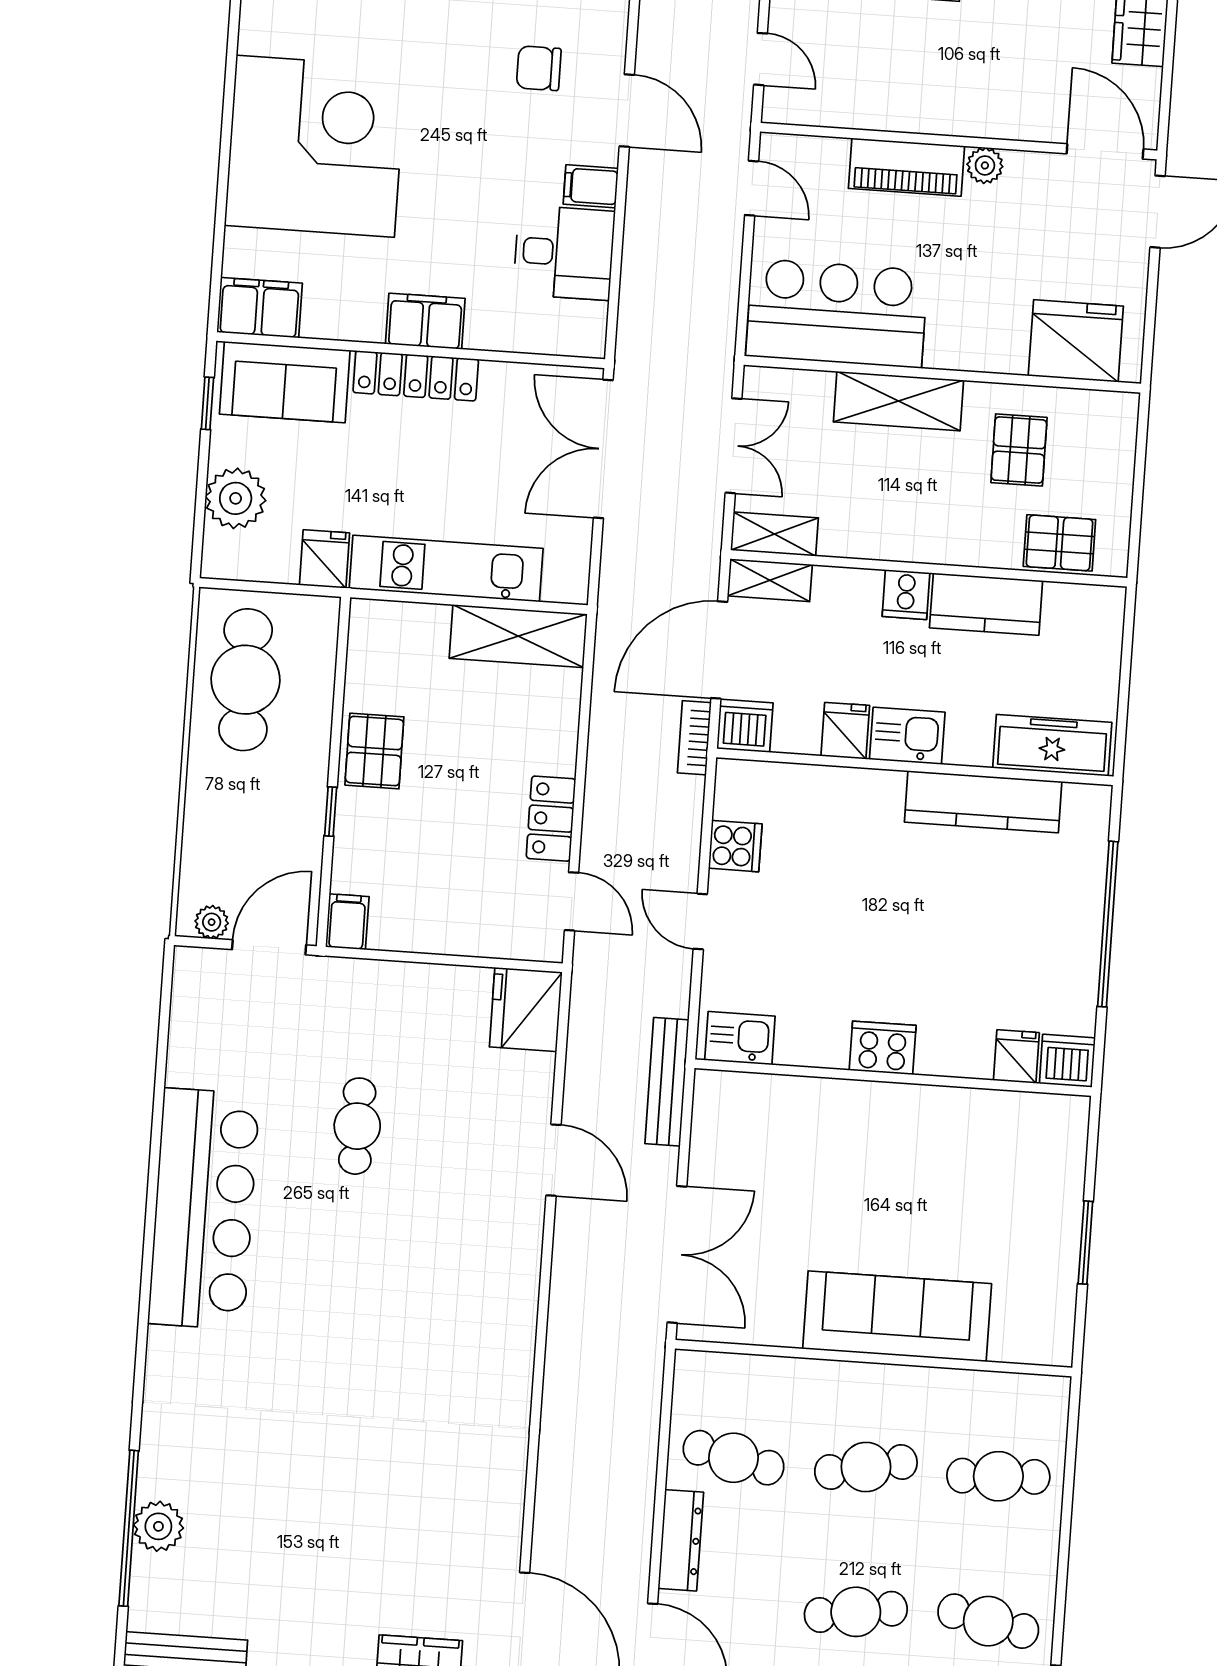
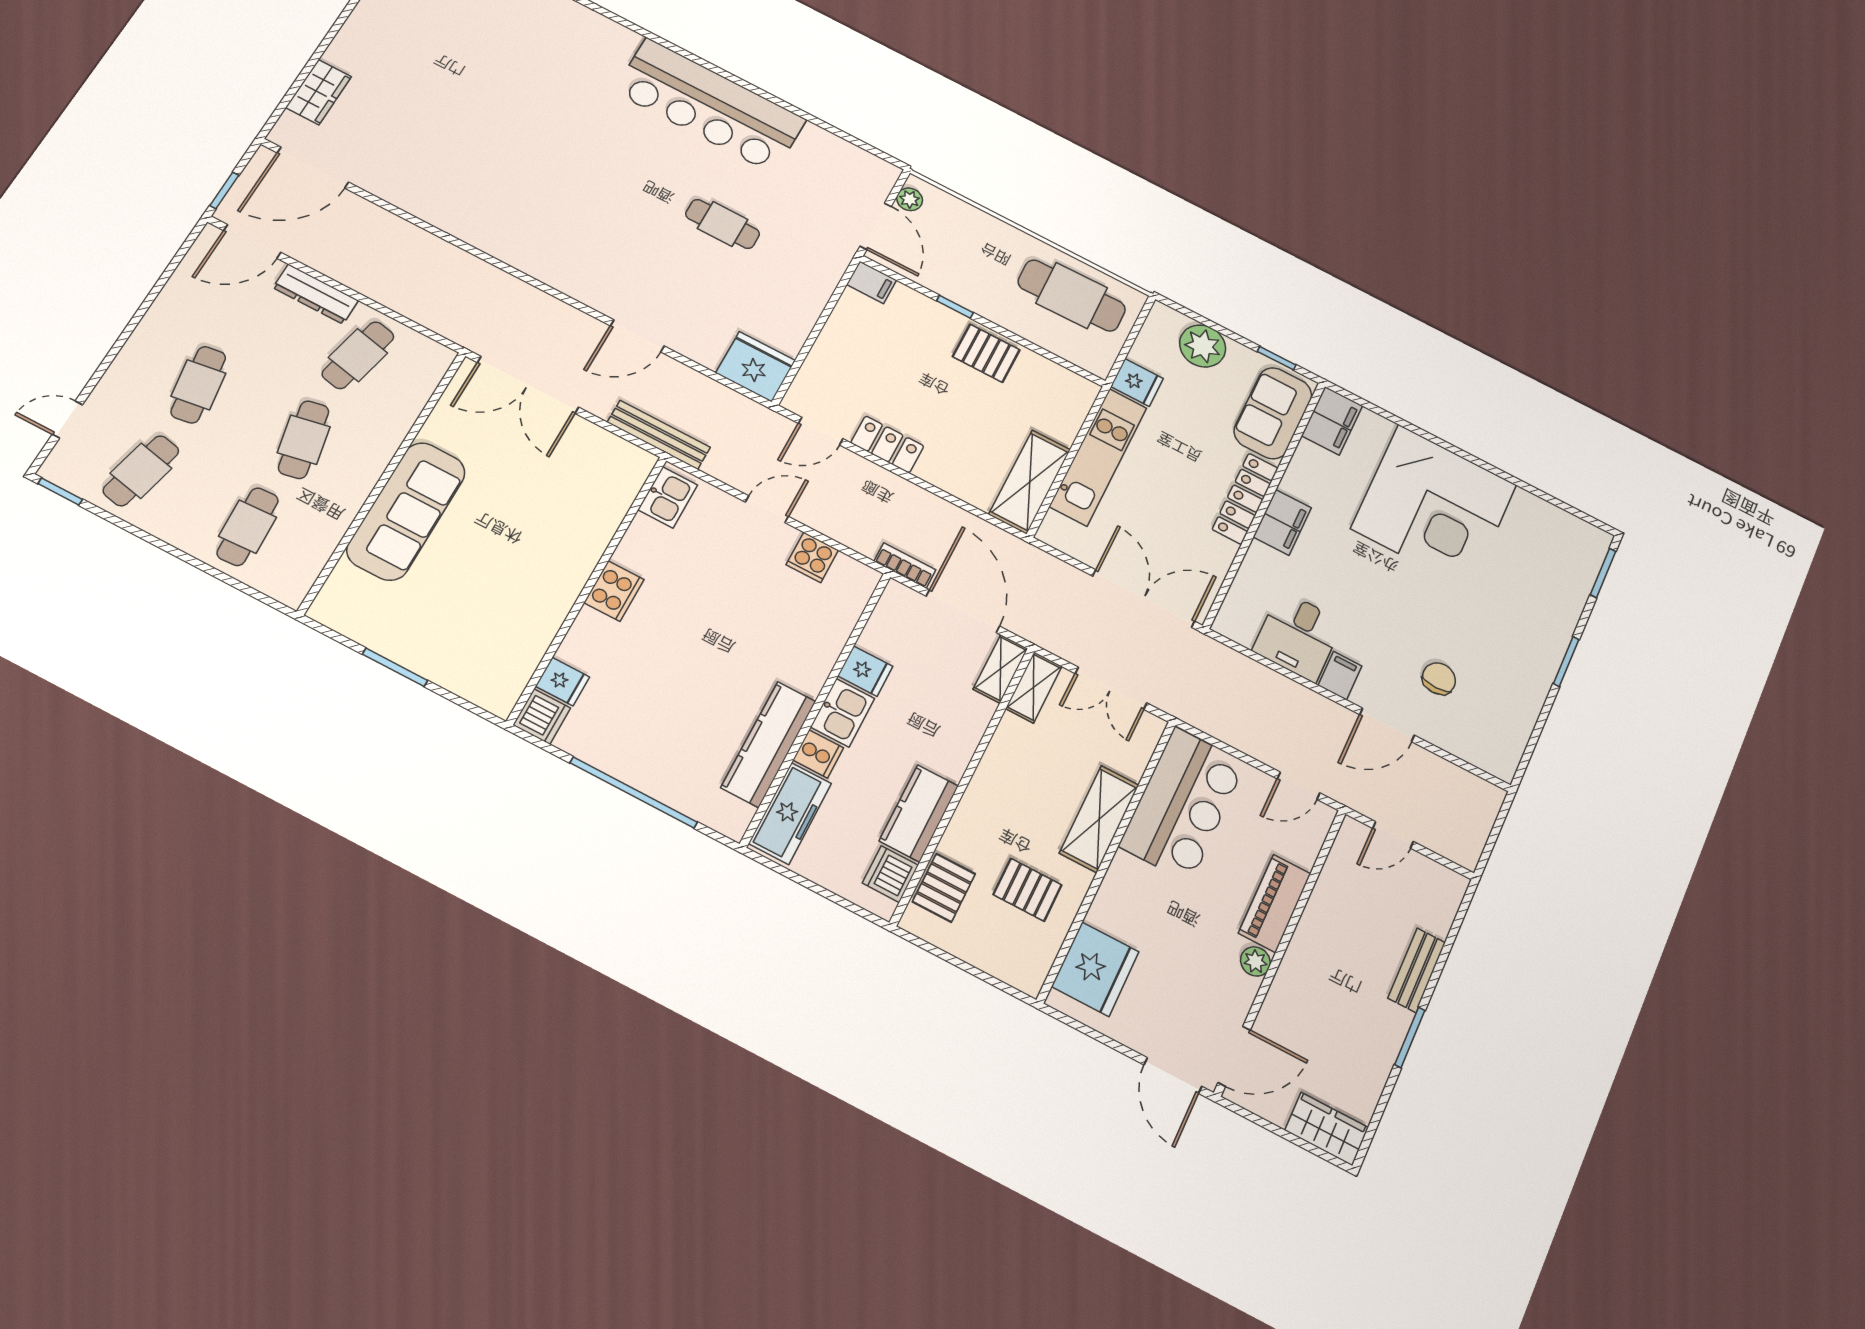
cooker: (906, 595) -> (818, 754), moved, turned 180
dishwasher: (745, 726) -> (890, 874), moved, turned 180

